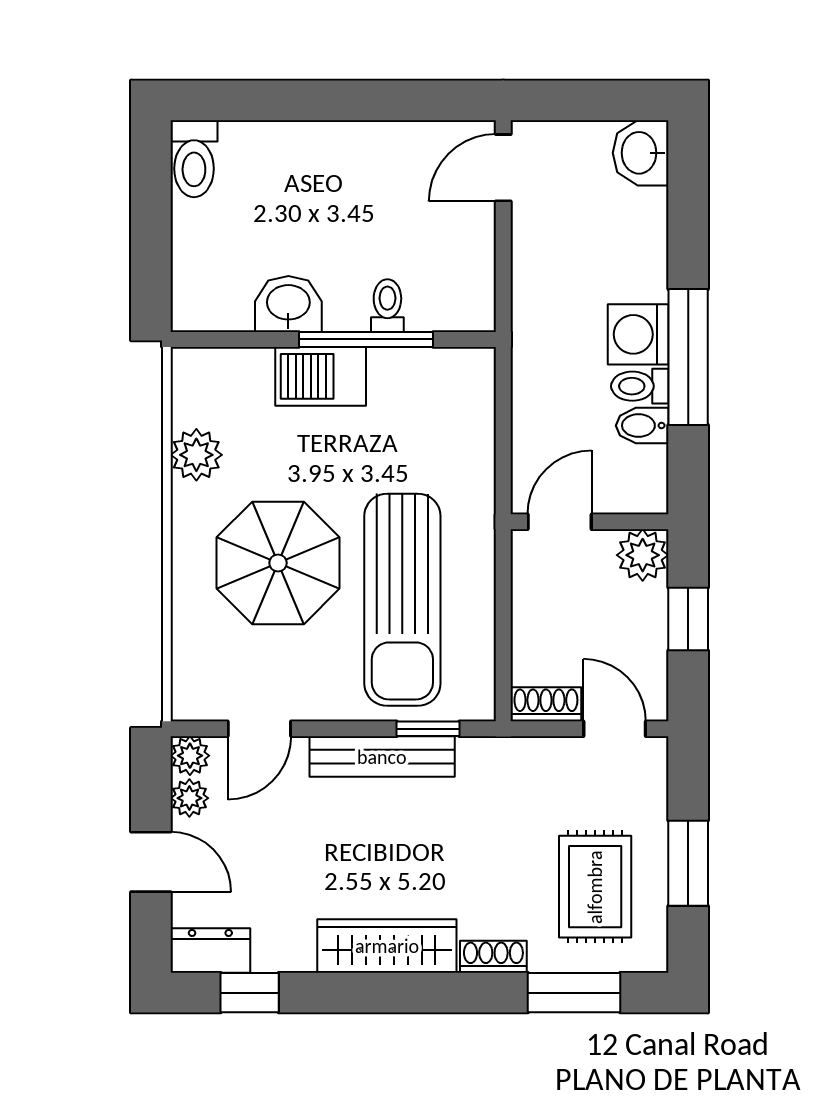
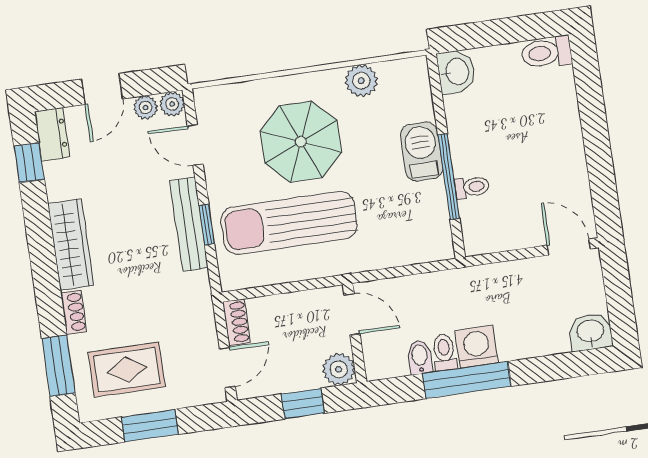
washbasin: (288, 304) -> (456, 72), moved
window: (428, 729) -> (207, 225), moved

